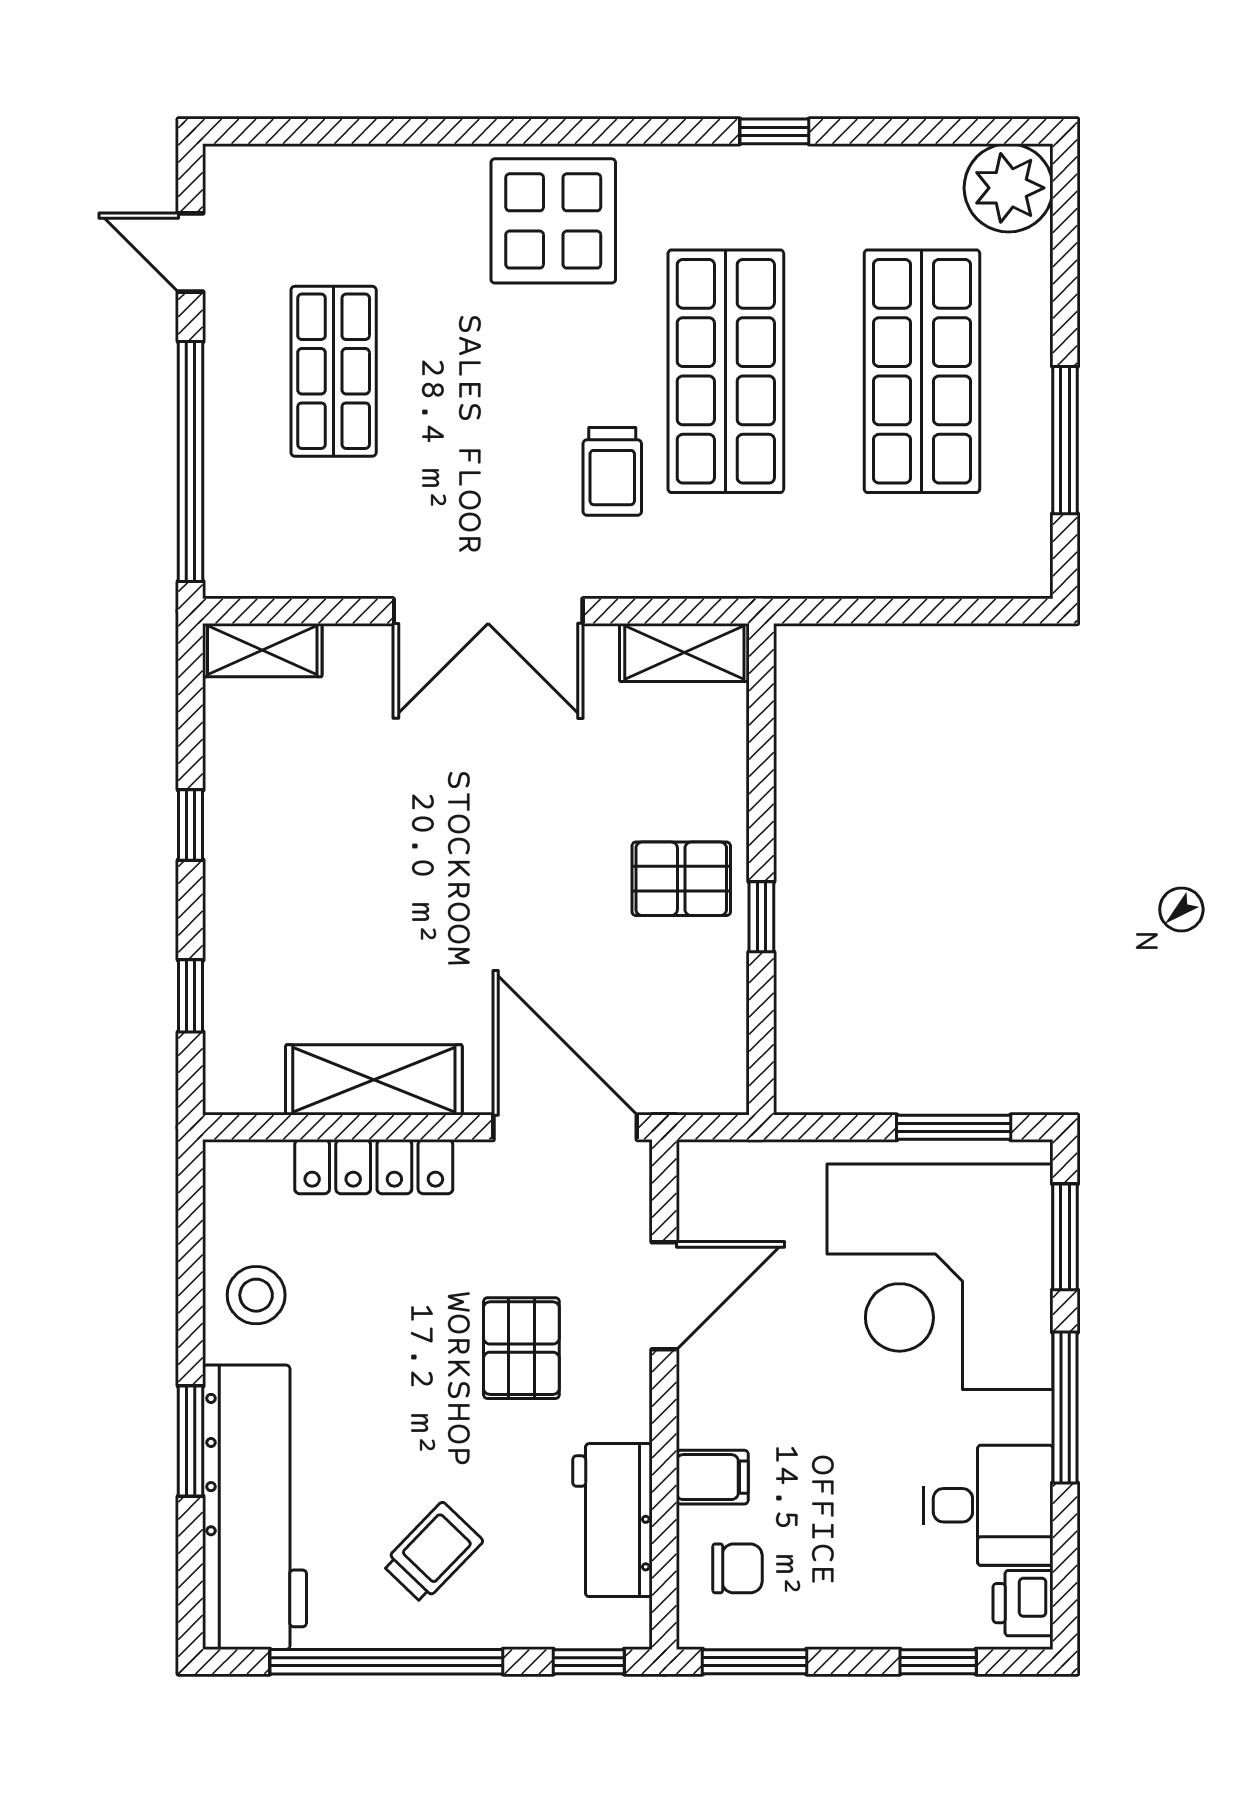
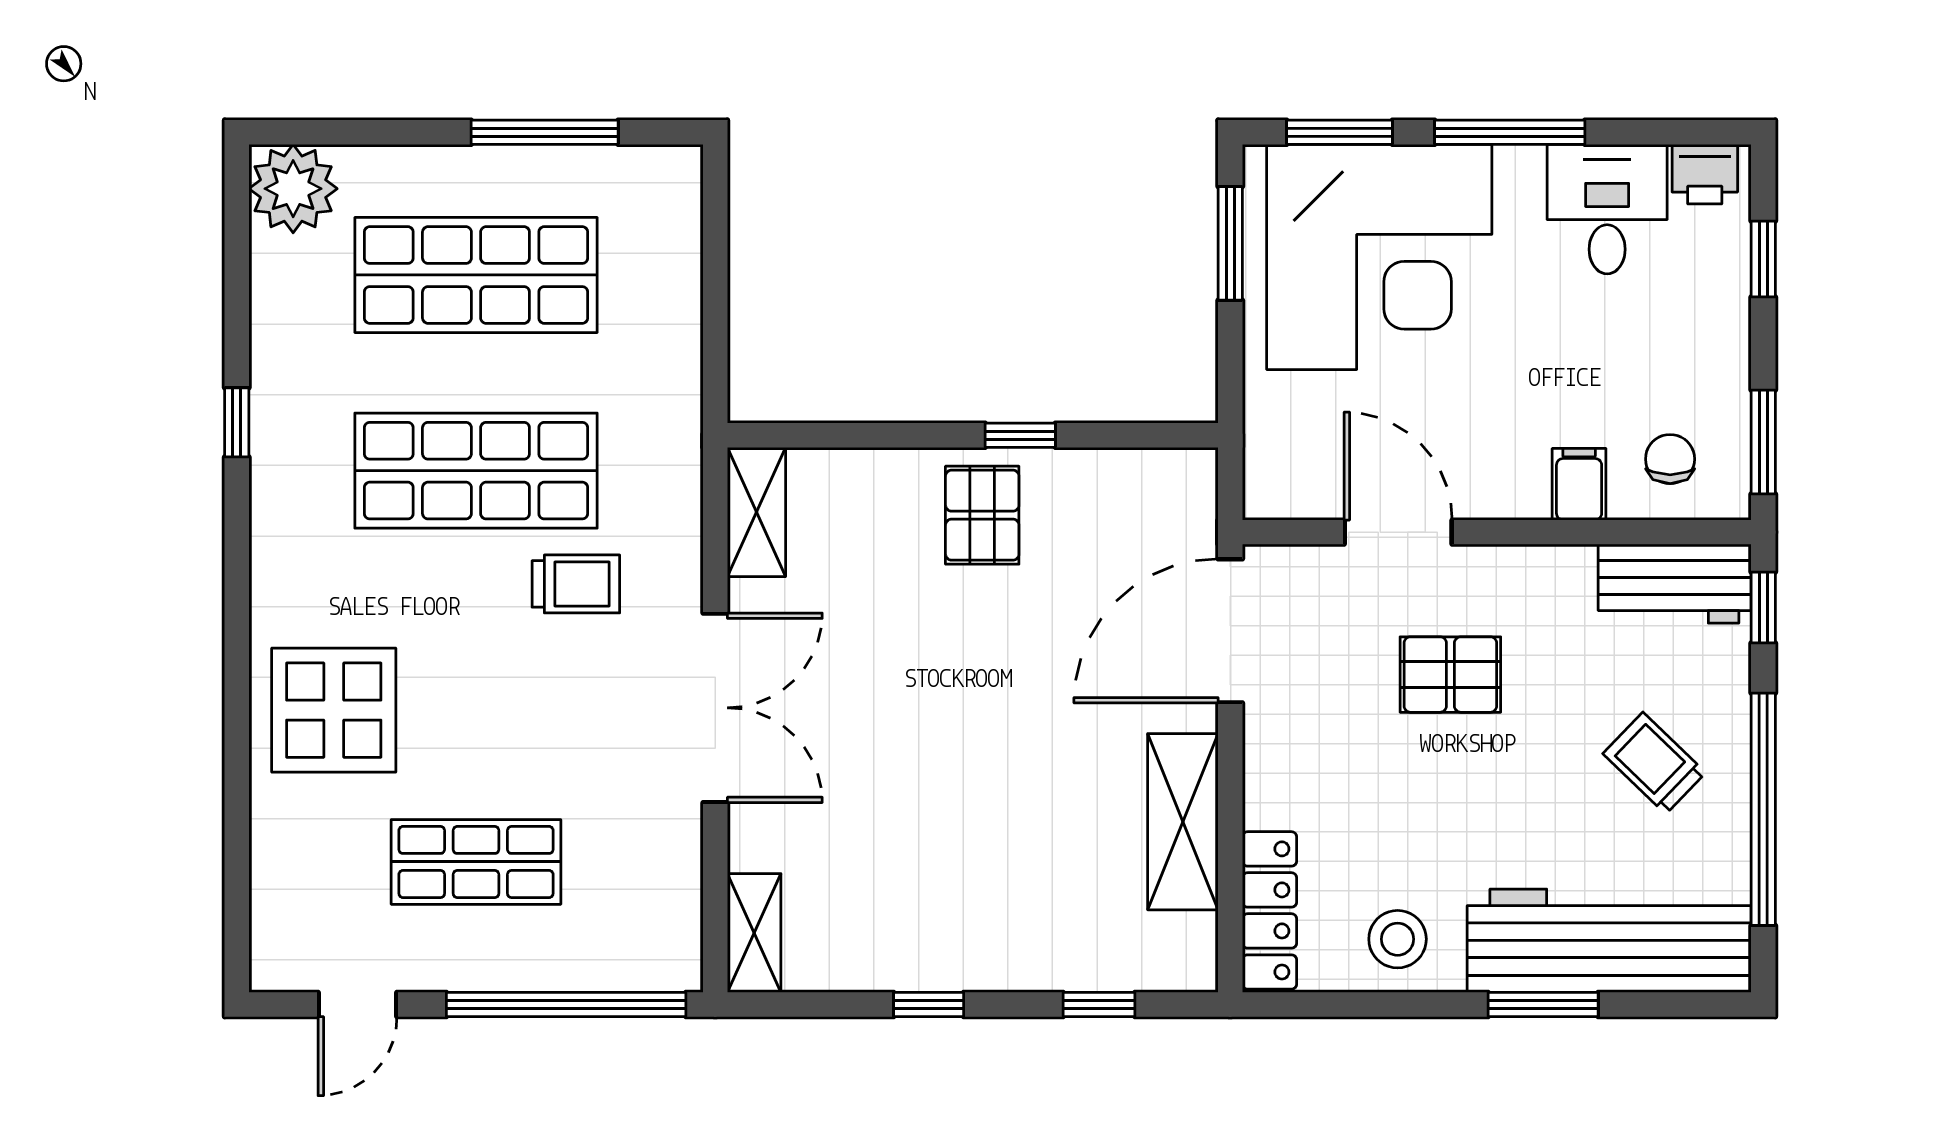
display table: (553, 221) -> (334, 710), moved
locker: (374, 1167) -> (1269, 910), moved
workbench: (612, 1520) -> (1675, 584), moved

